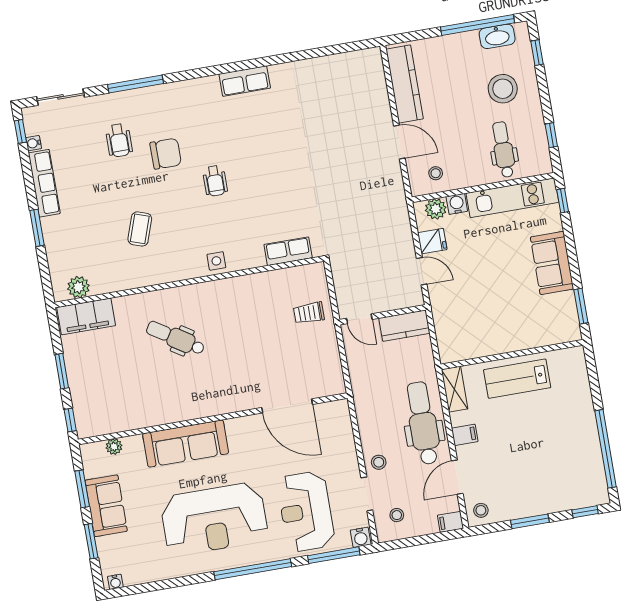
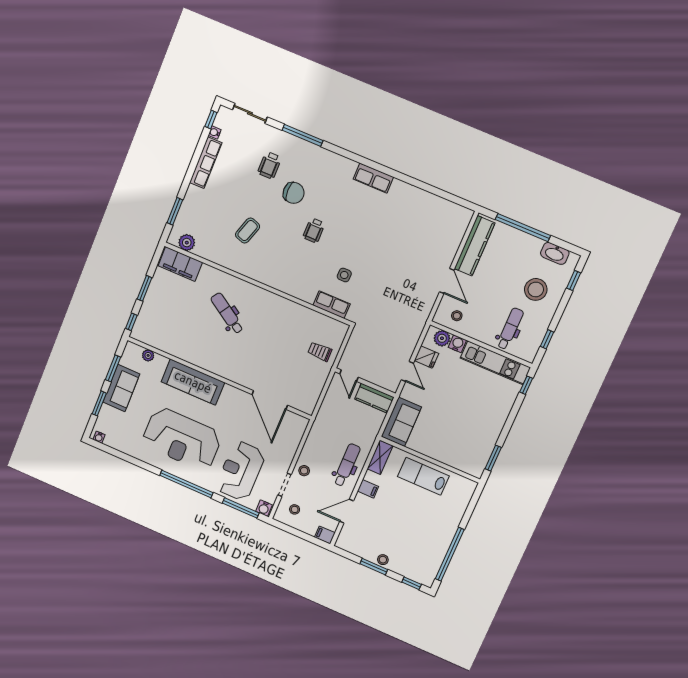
window: (478, 25) -> (523, 228), moved
window: (37, 228) -> (175, 211), moved
side table: (216, 261) -> (344, 275), moved
sofa: (552, 263) -> (401, 422), moved, turned 180
dental chair: (423, 423) -> (347, 465), width x0.73, depth x0.72
stool: (481, 510) -> (383, 560), moved

